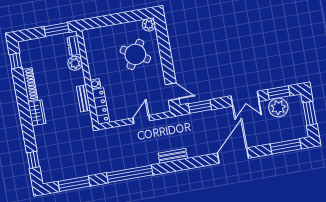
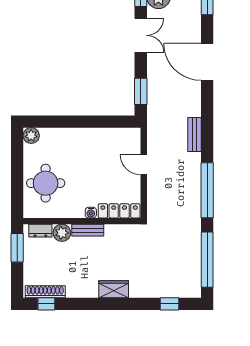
round table: (135, 54) -> (46, 183), moved, turned -31
shoe rack: (30, 84) -> (45, 292), moved
door: (172, 92) -> (117, 122), removed
bench: (83, 98) -> (88, 230), moved
window: (74, 184) -> (207, 260), width x1.46

